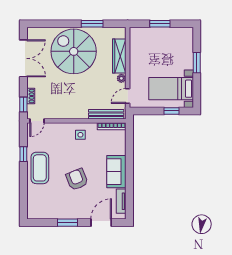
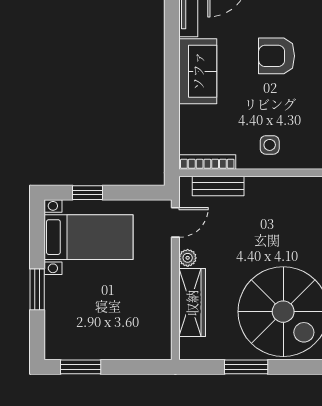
window: (160, 24) -> (81, 367), moved
bench: (106, 114) -> (218, 186), width x0.73
armchair: (77, 179) -> (277, 56), turned 112

